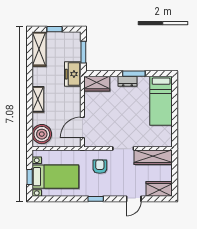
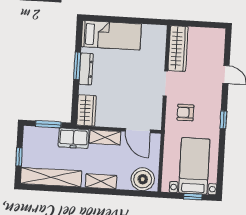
shelving: (39, 49) -> (51, 177), width x1.47
dresser: (127, 81) -> (86, 69), width x1.44
shelving: (75, 100) -> (105, 137), added
wardrobe: (159, 189) -> (216, 44), removed

